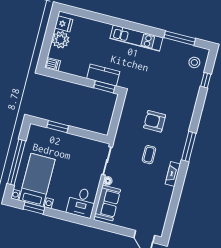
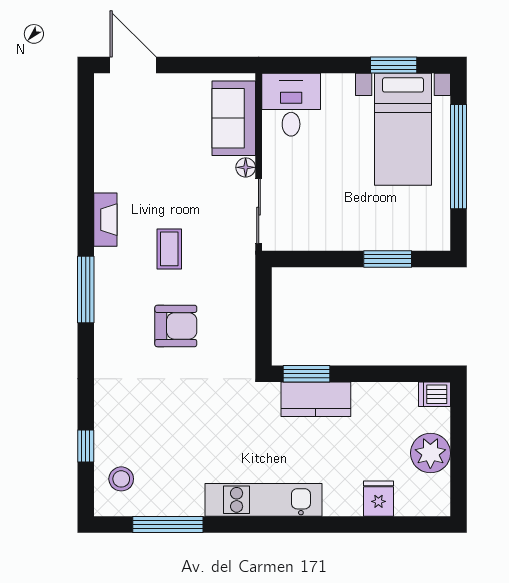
fridge: (64, 24) -> (378, 499), moved, turned 90

